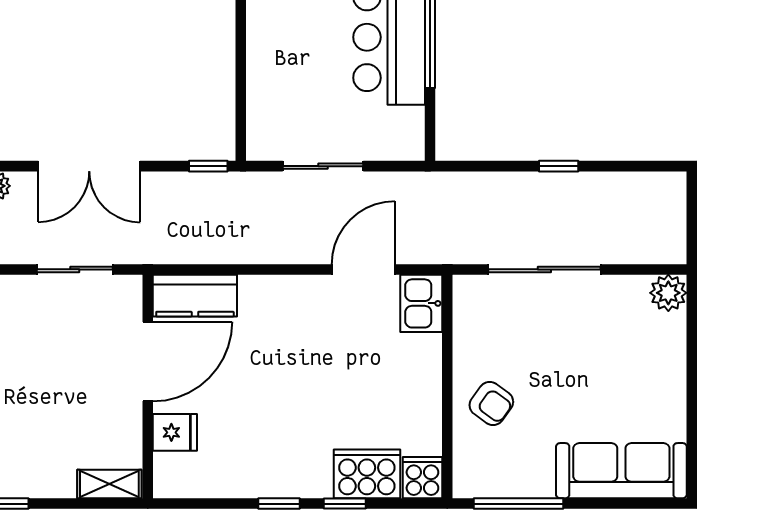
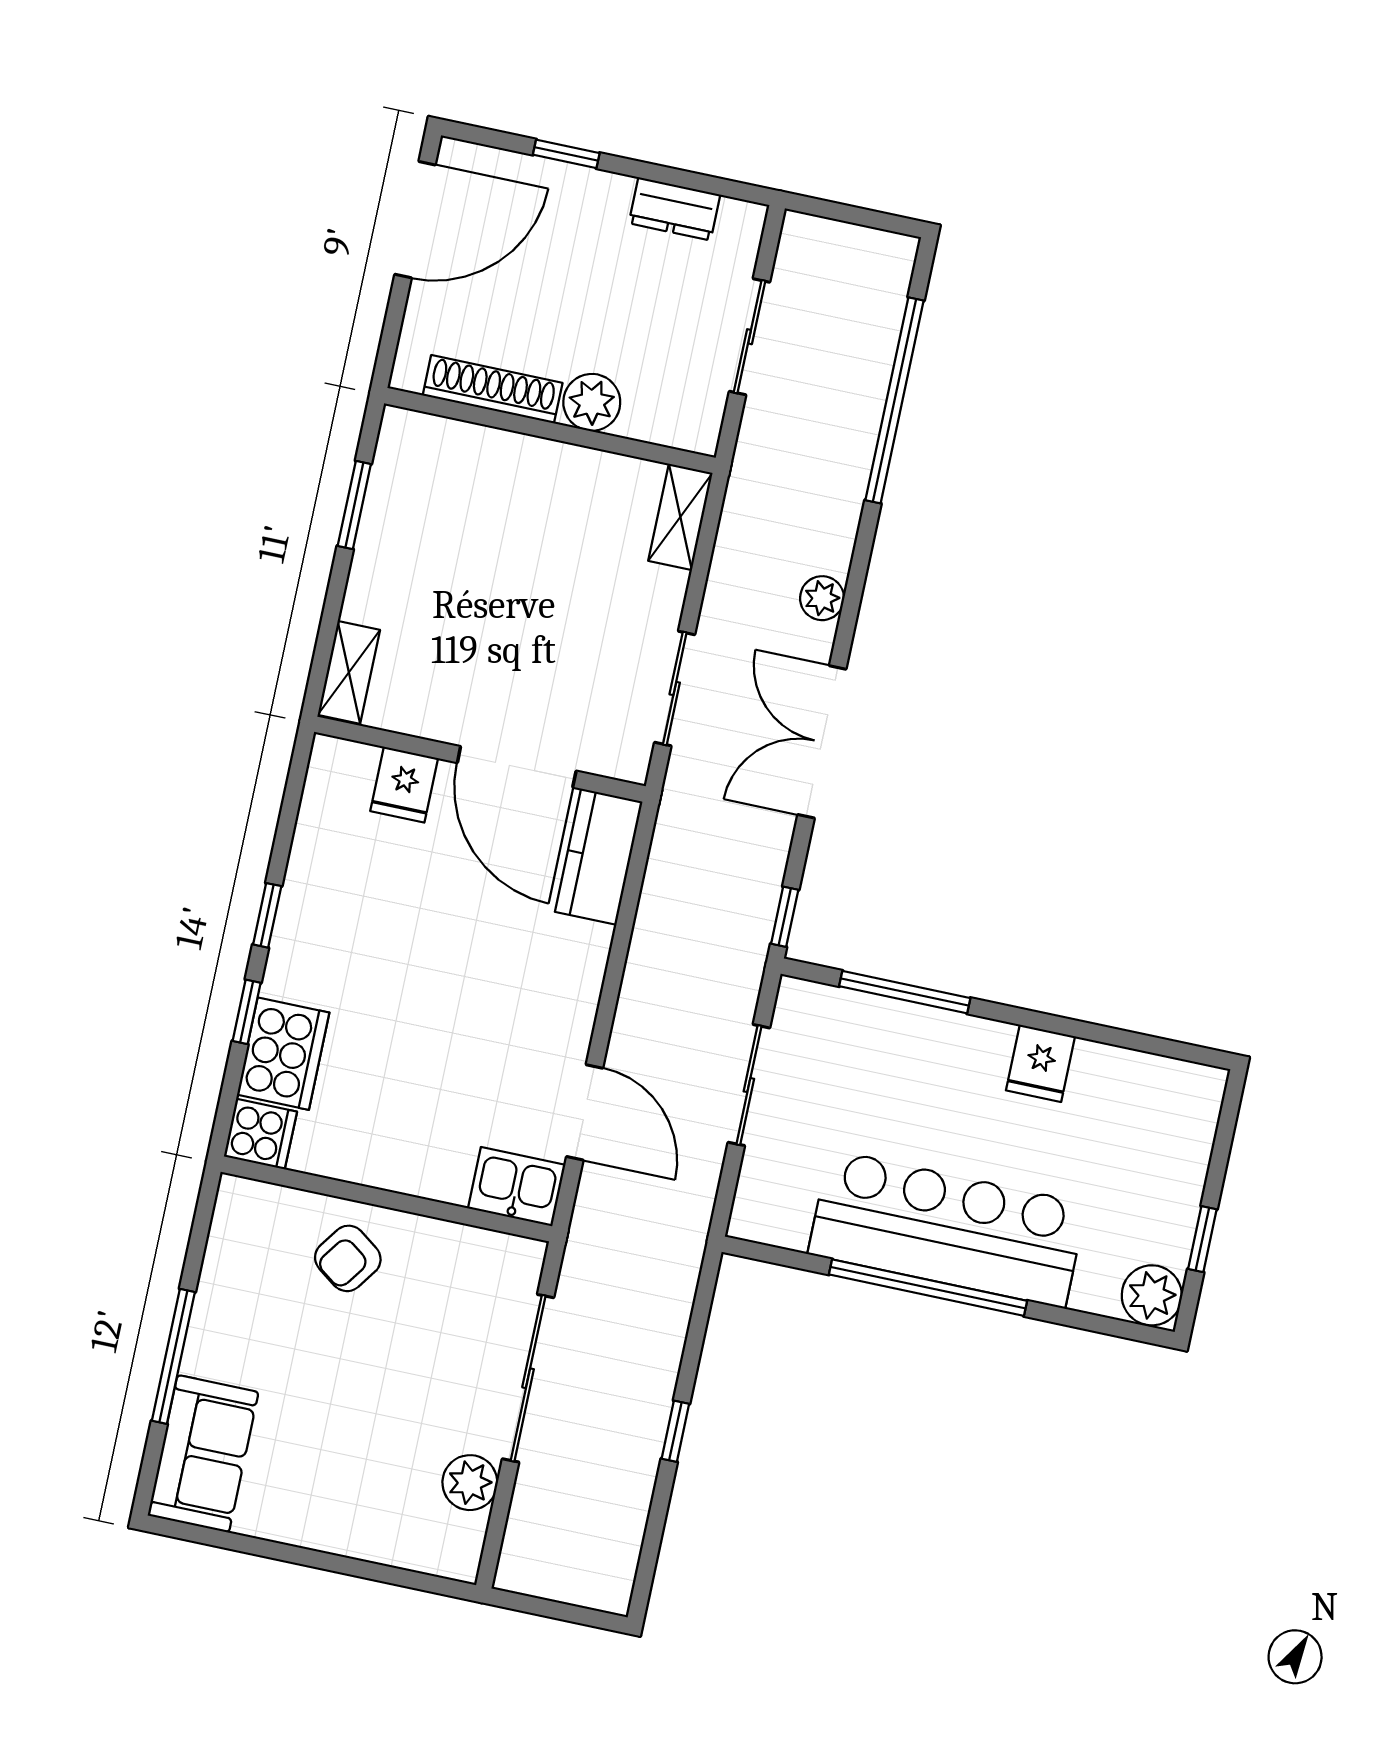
window: (241, 77) -> (905, 992), added
plant: (668, 293) -> (470, 1483), moved
sofa: (621, 471) -> (203, 1454), width x0.73
window: (518, 504) -> (173, 1356), moved

